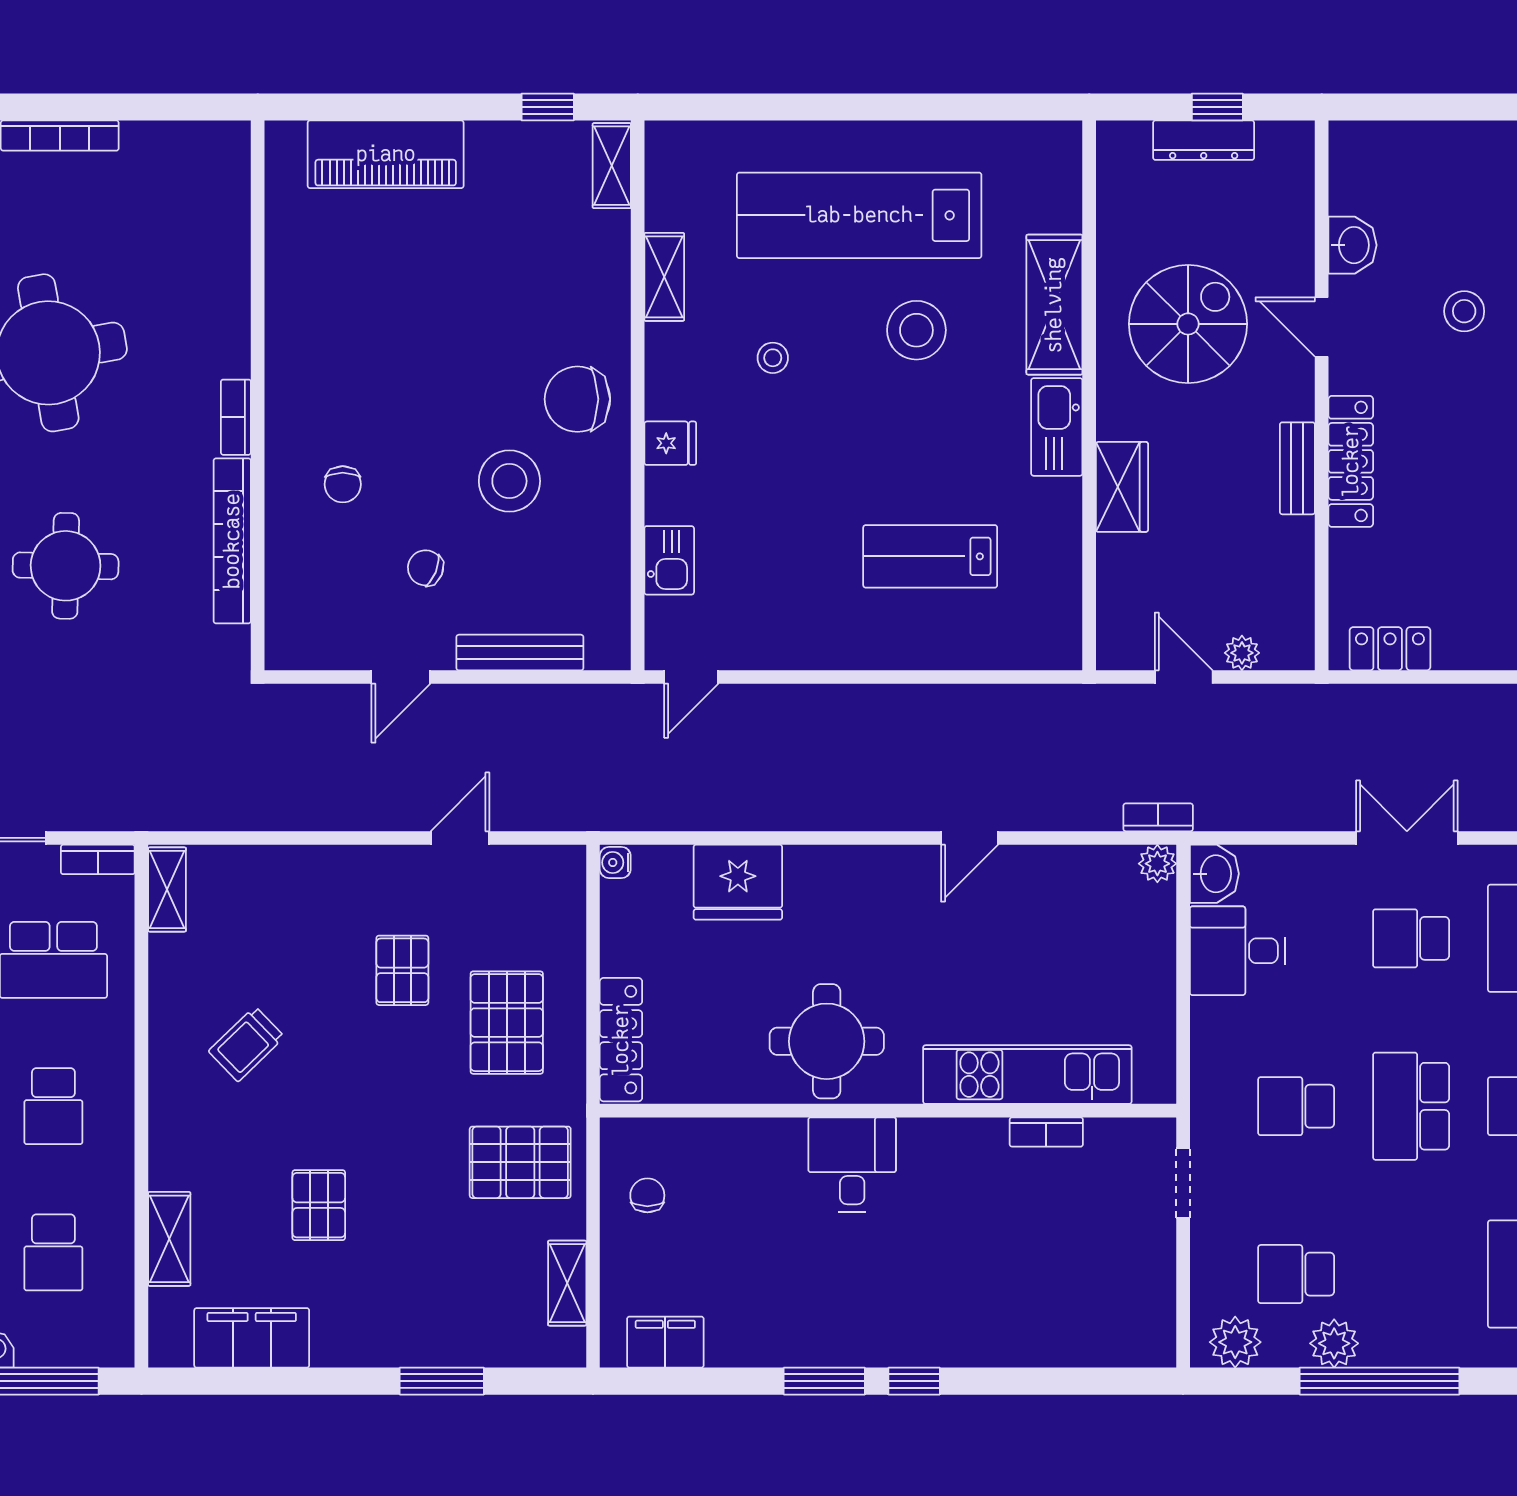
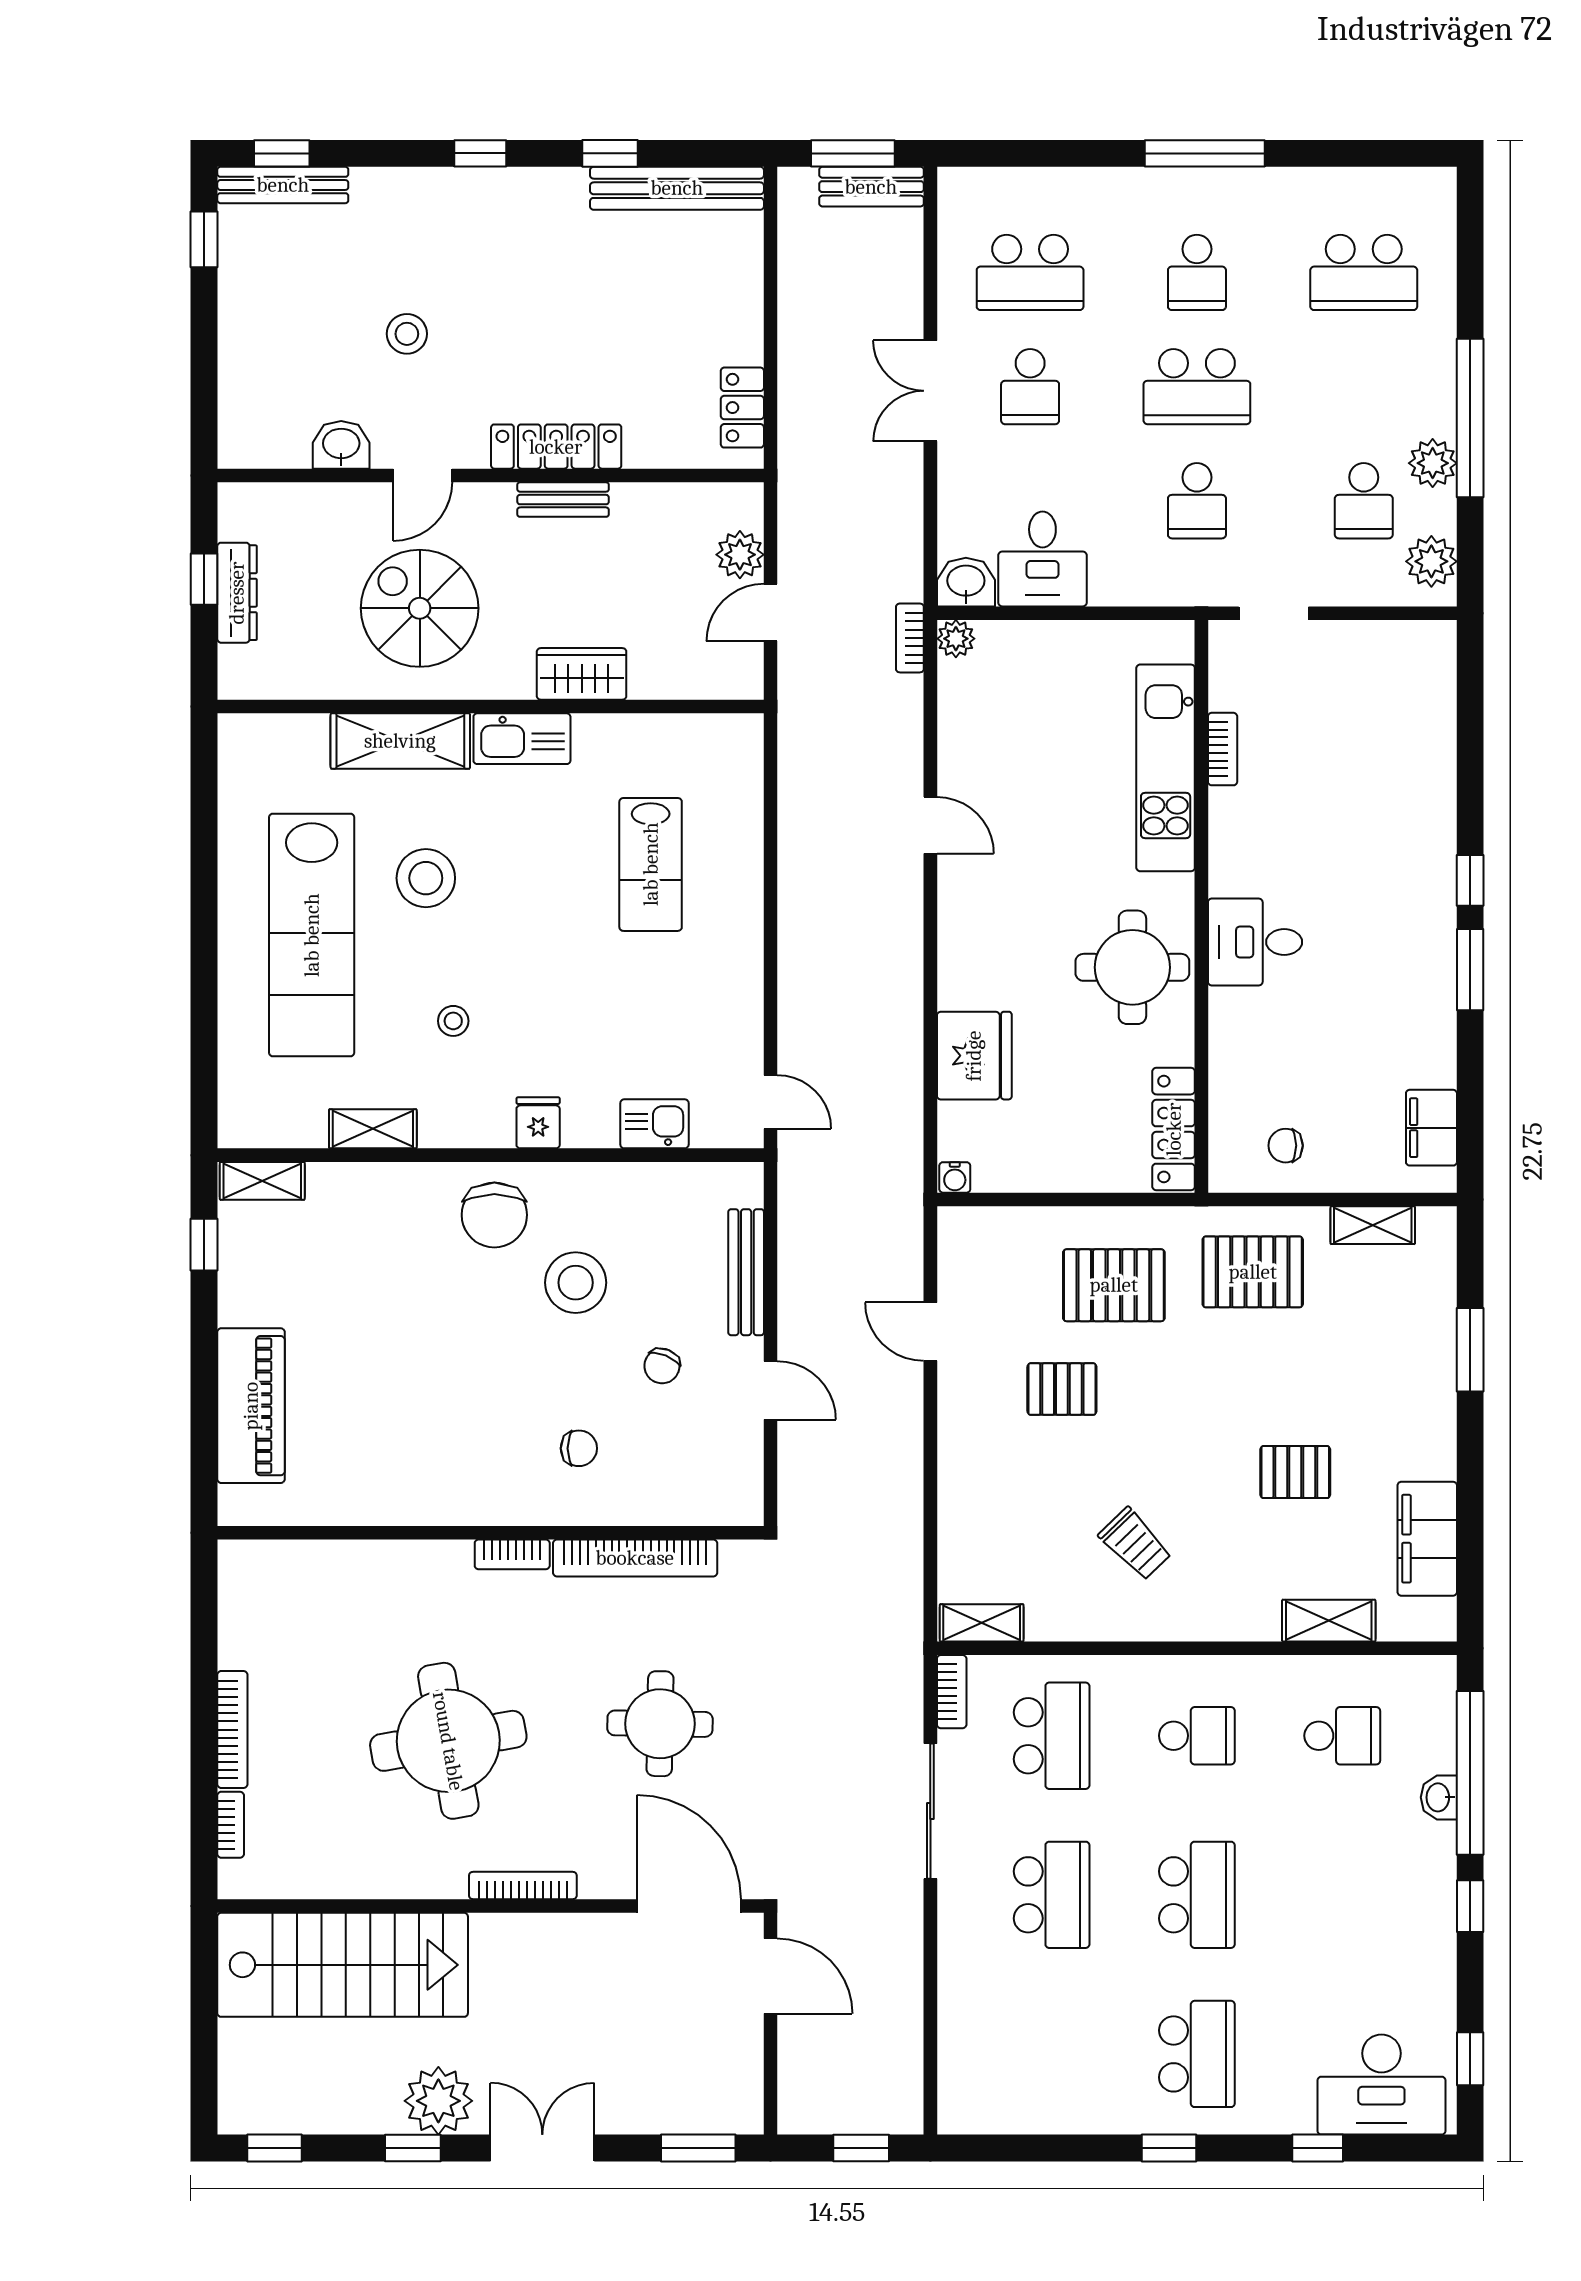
plant: (1242, 653) -> (740, 555), width x1.38, depth x1.38
locker: (621, 1040) -> (1174, 1129), moved, turned -90
pallet: (520, 1162) -> (1253, 1272), turned 90

